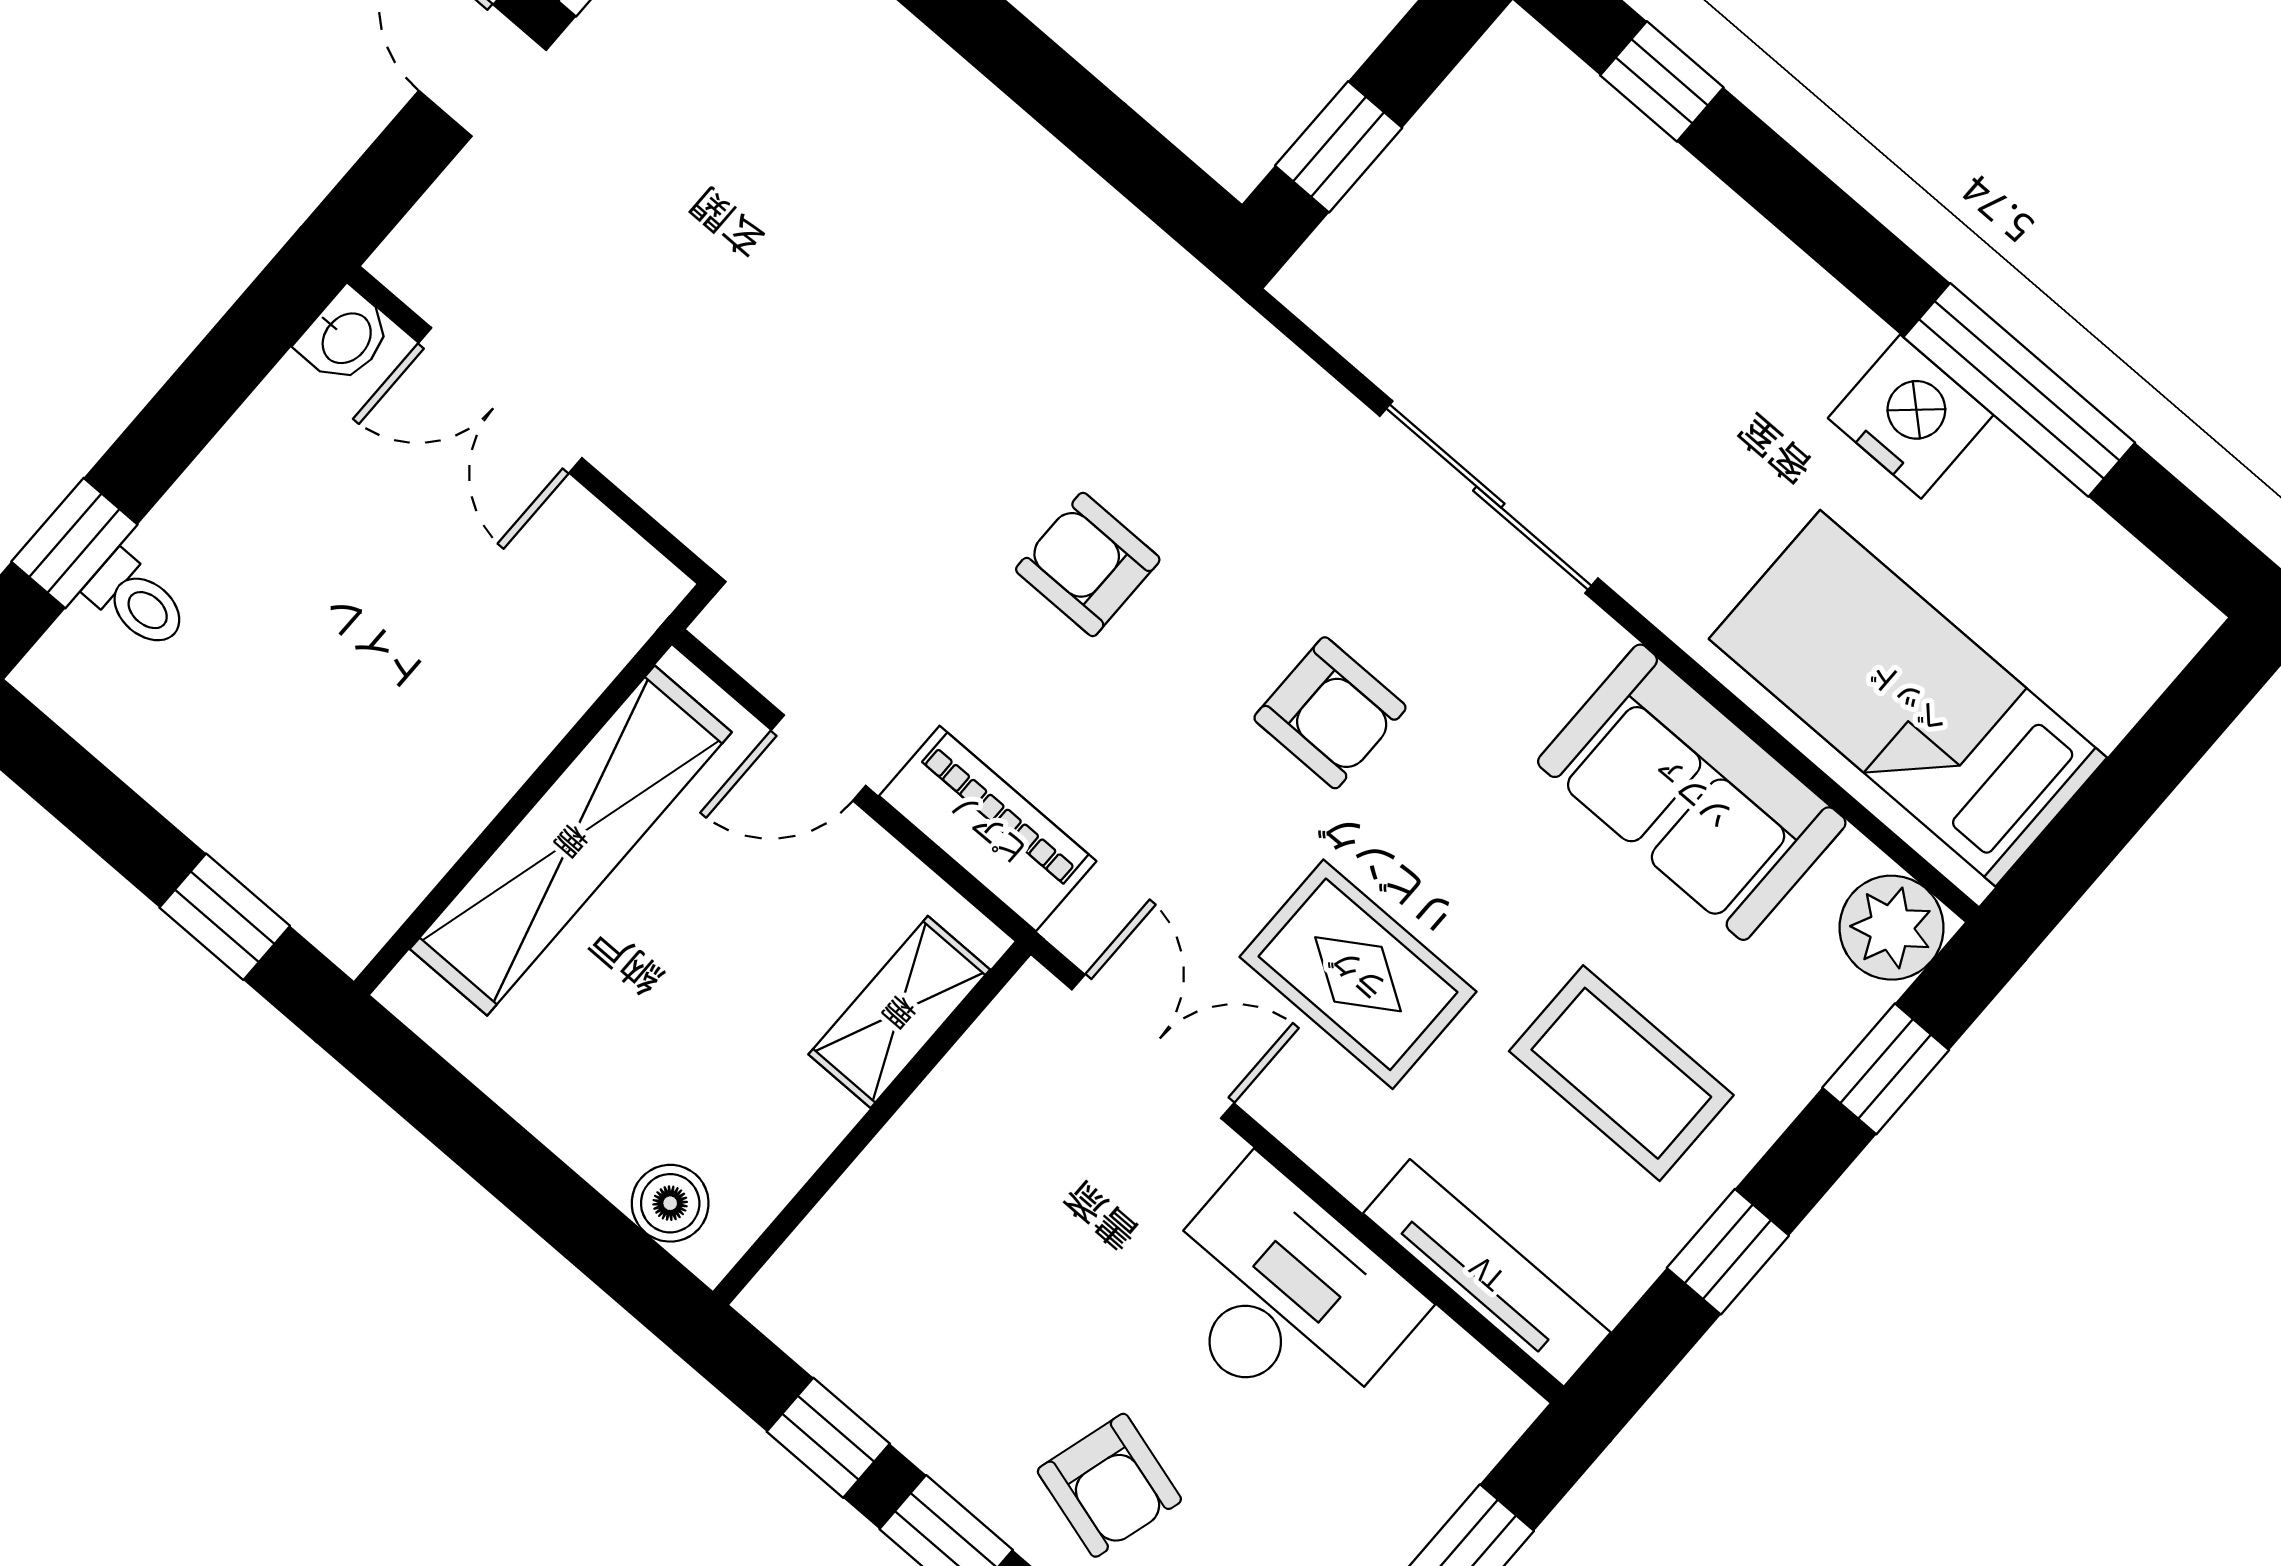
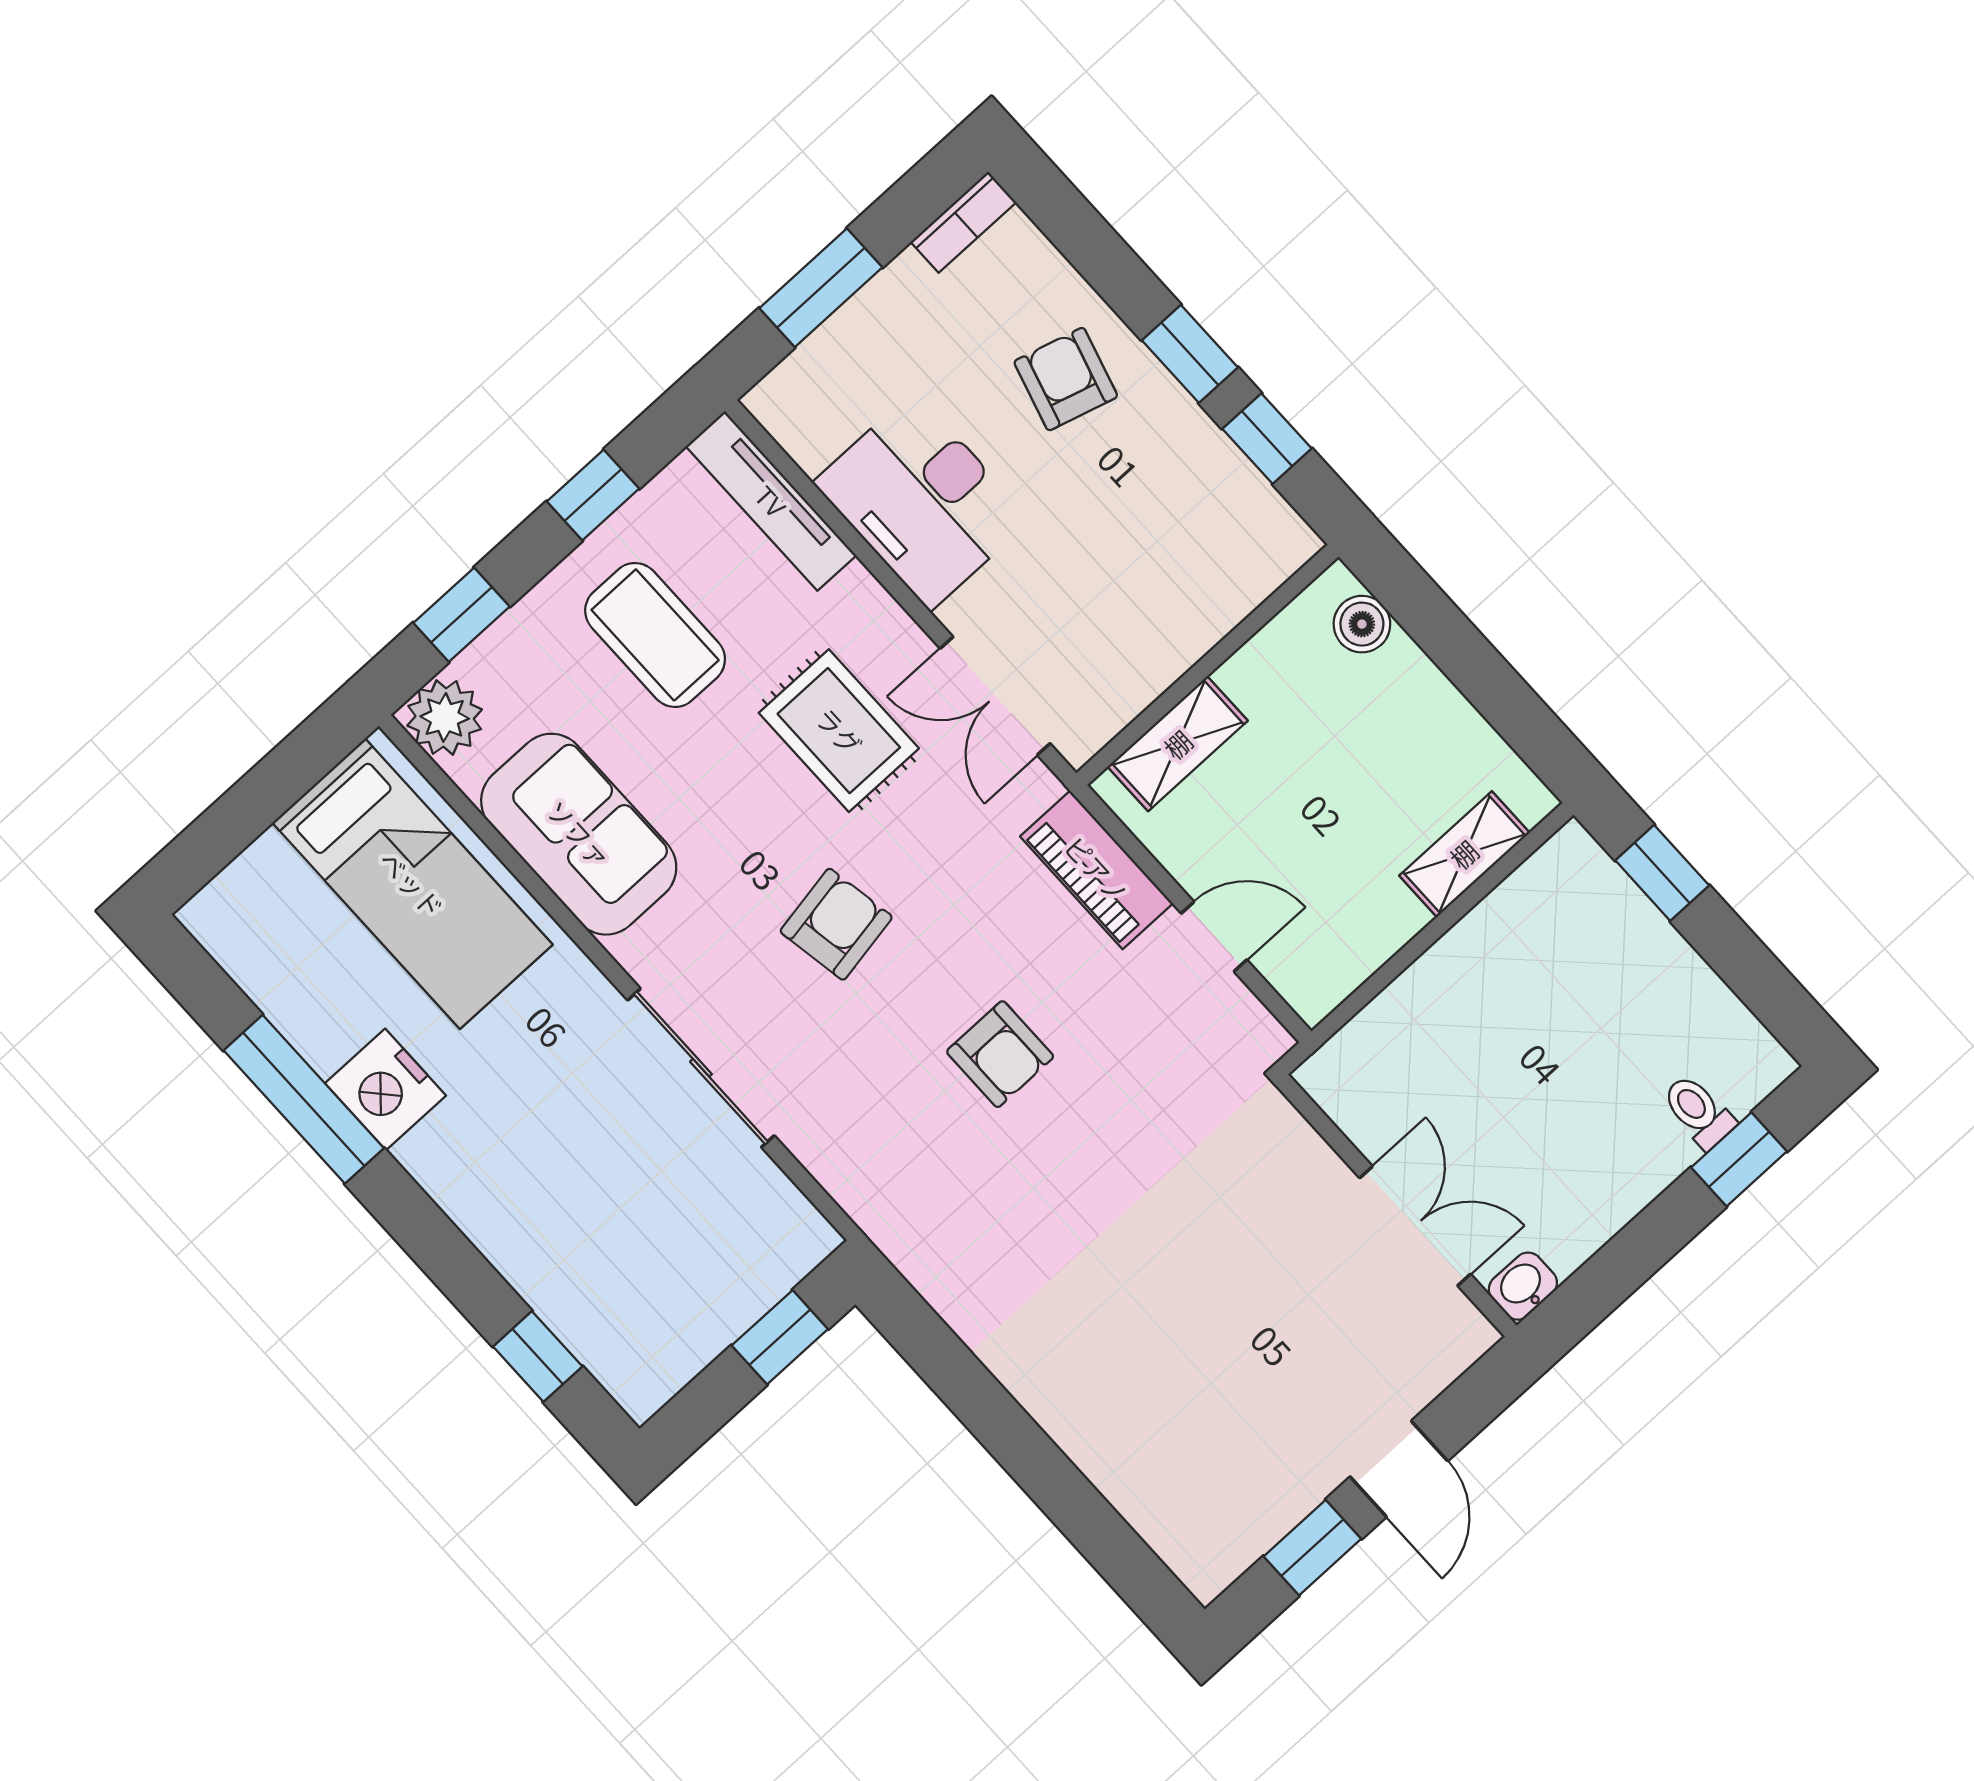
armchair: (1330, 713) -> (836, 924), turned 80
shelving: (571, 841) -> (1464, 854), width x0.45, depth x0.75

